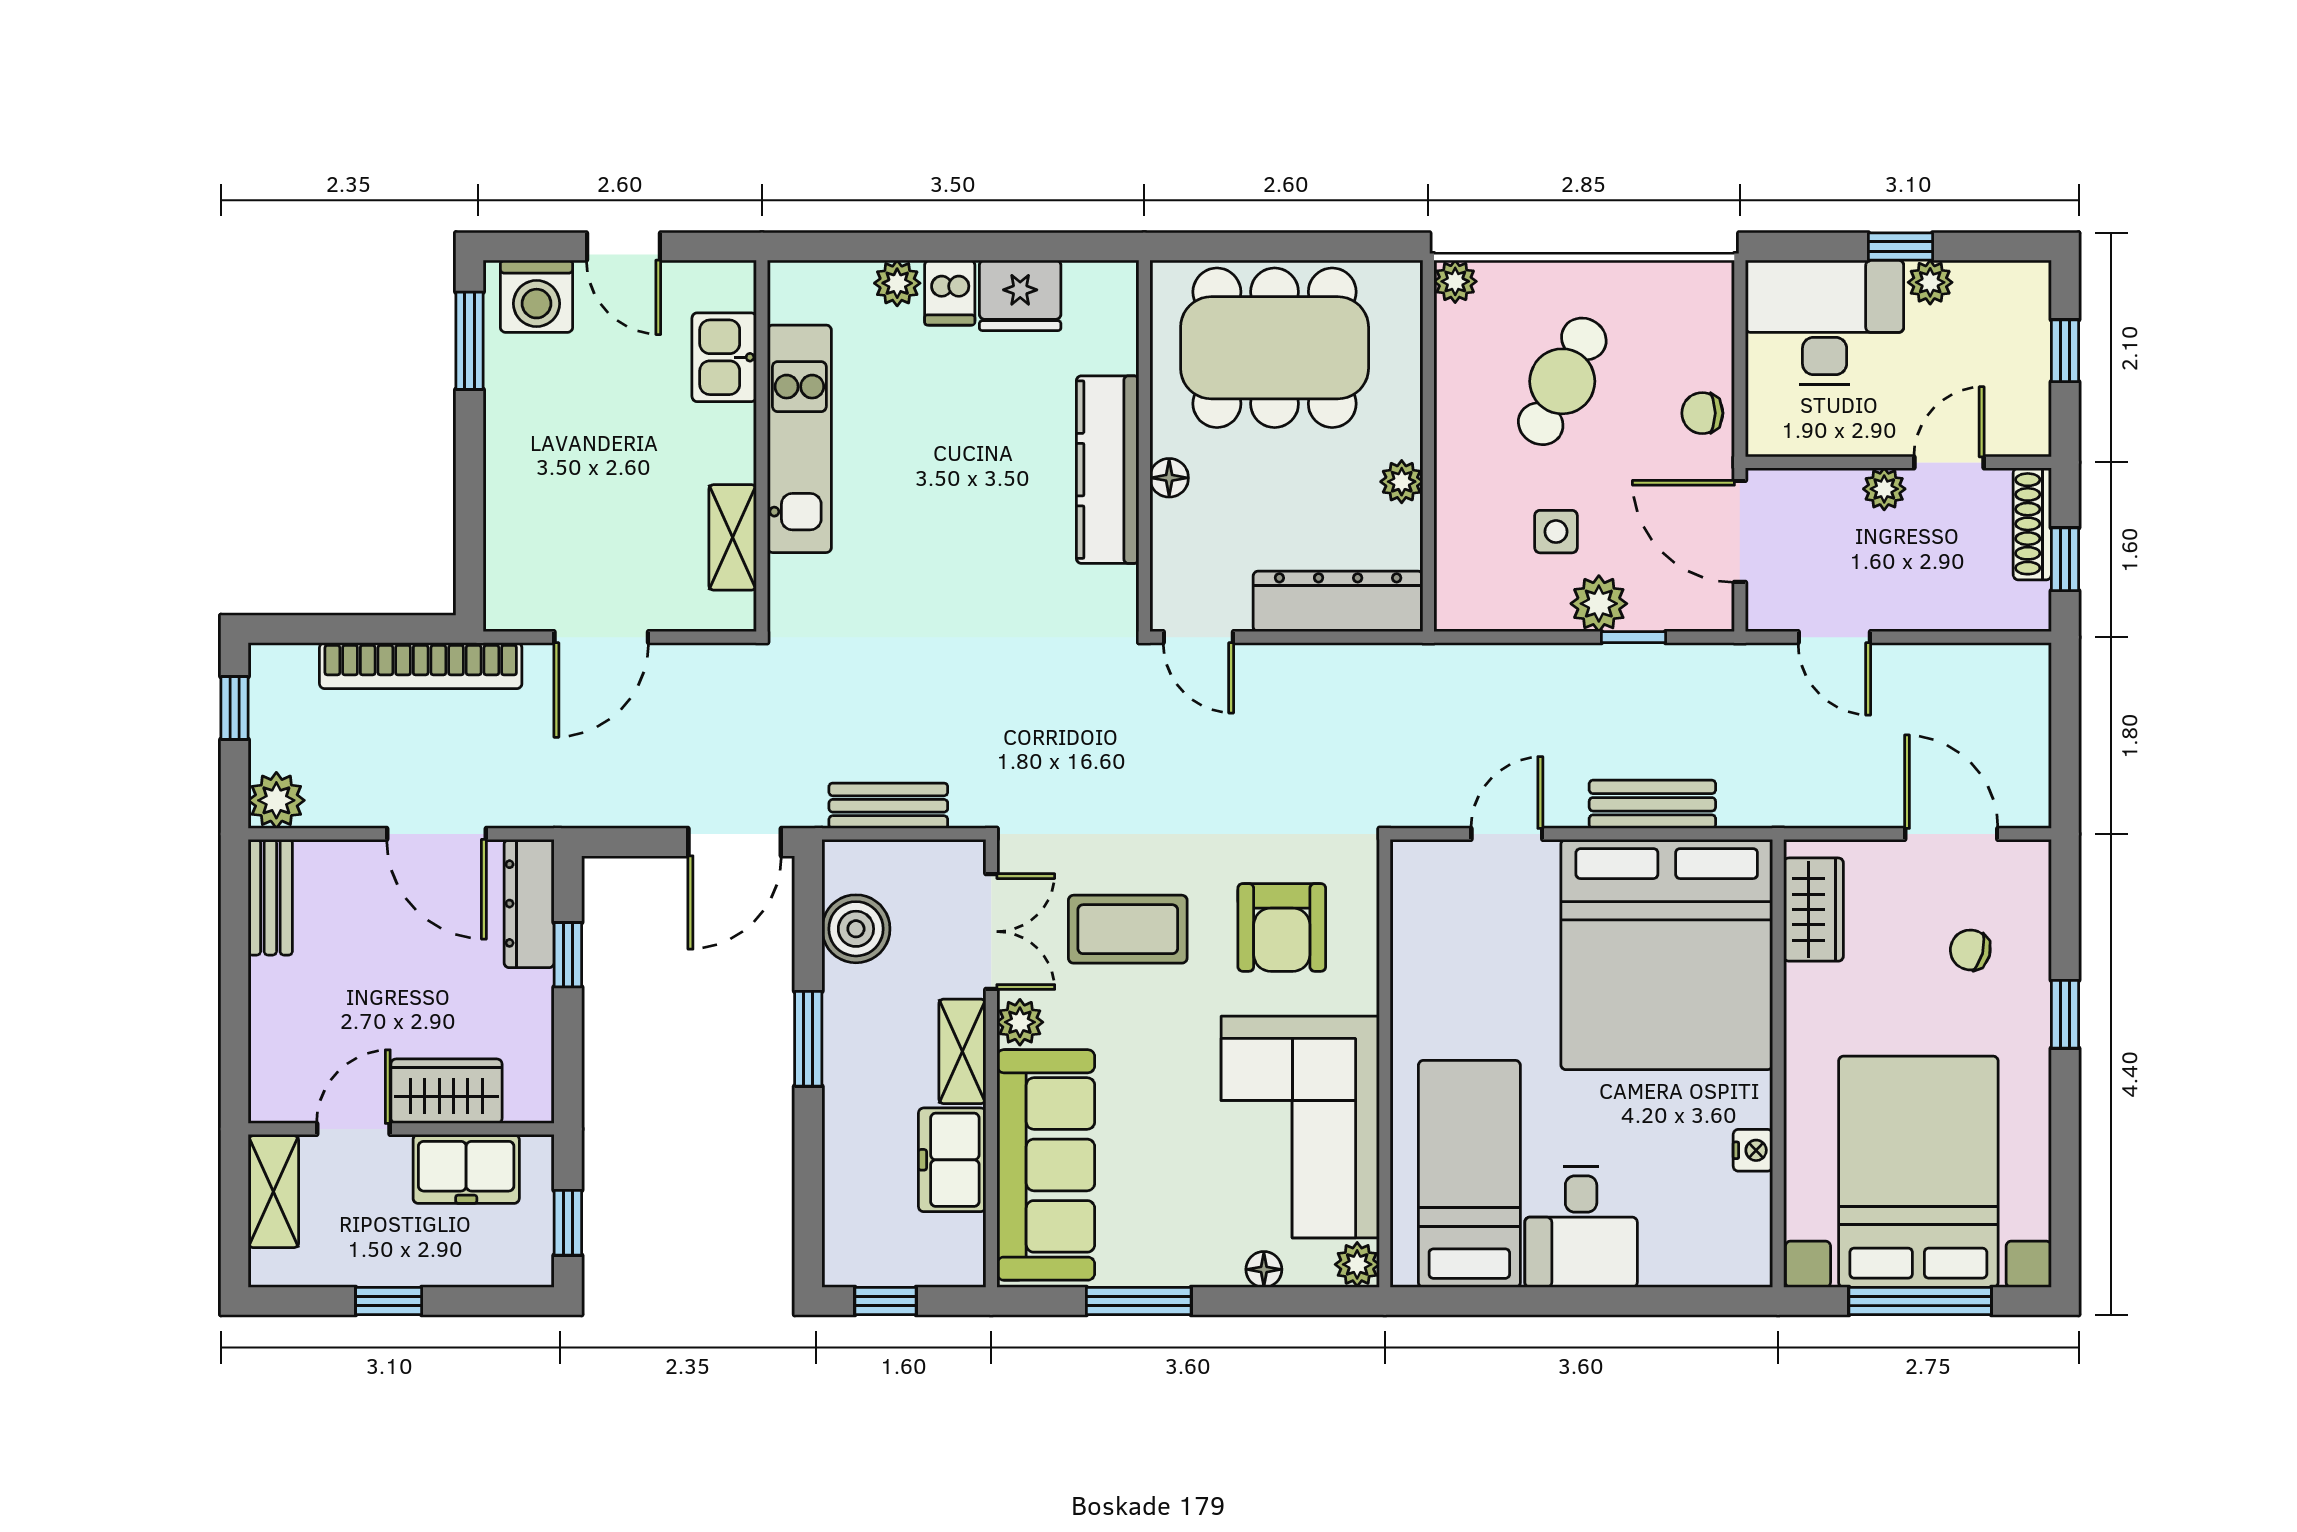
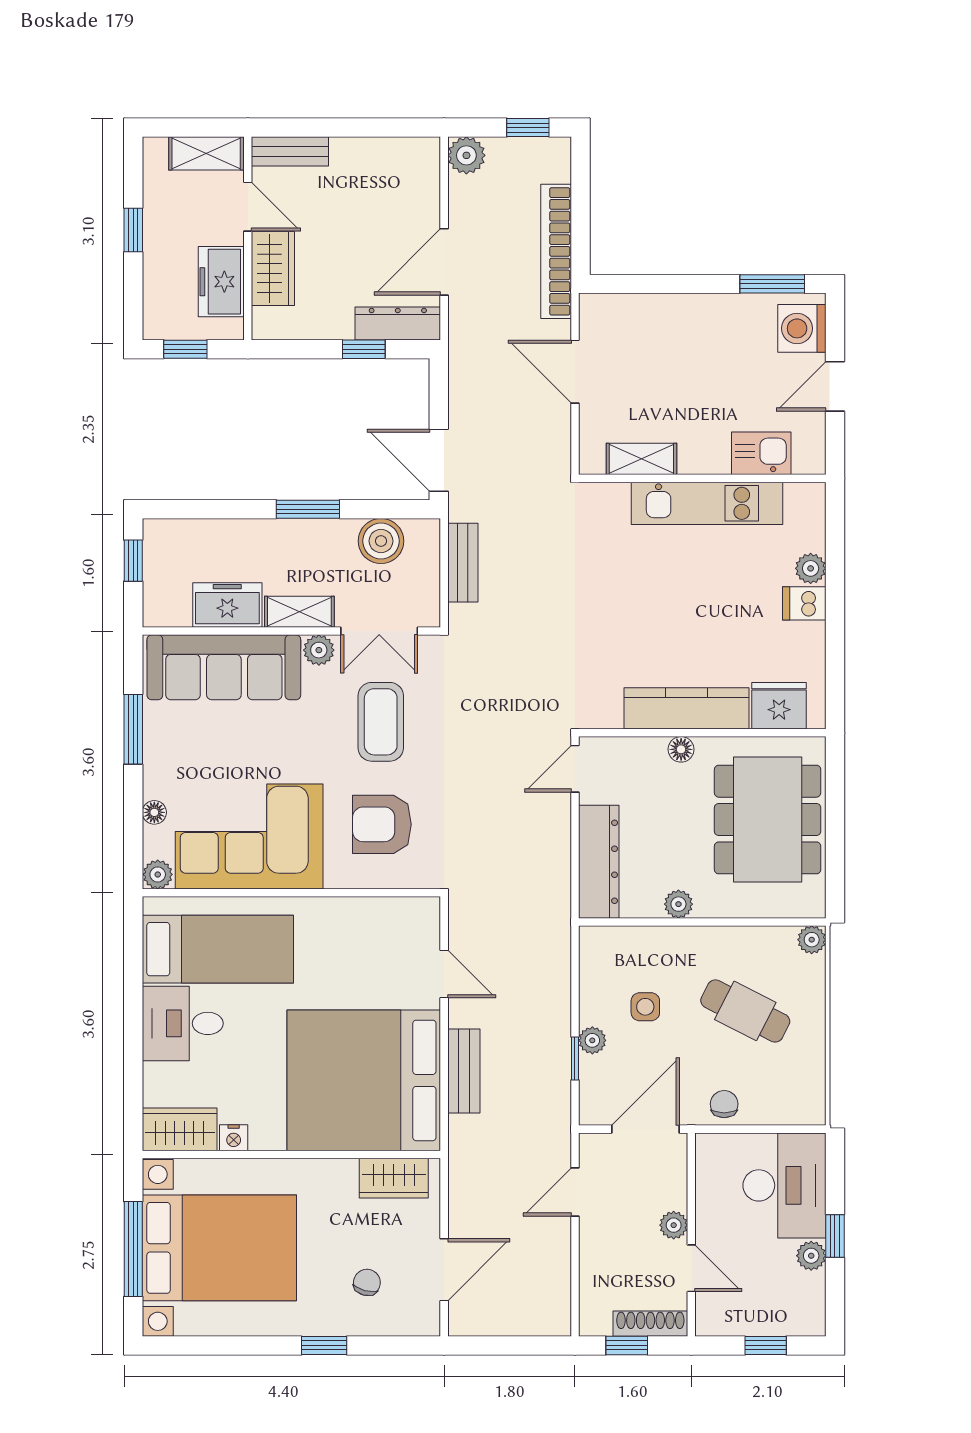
fridge: (1020, 295) -> (779, 706), moved, turned 90
plant: (1599, 604) -> (592, 1040), width x0.73, depth x0.73
bench: (270, 897) -> (290, 151), moved
wardrobe: (1740, 1231) -> (180, 1129), added

